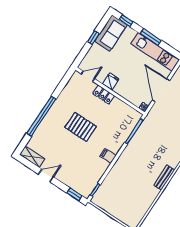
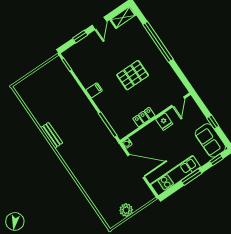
locker: (104, 95) -> (144, 117), moved
window: (74, 194) -> (80, 37), moved

